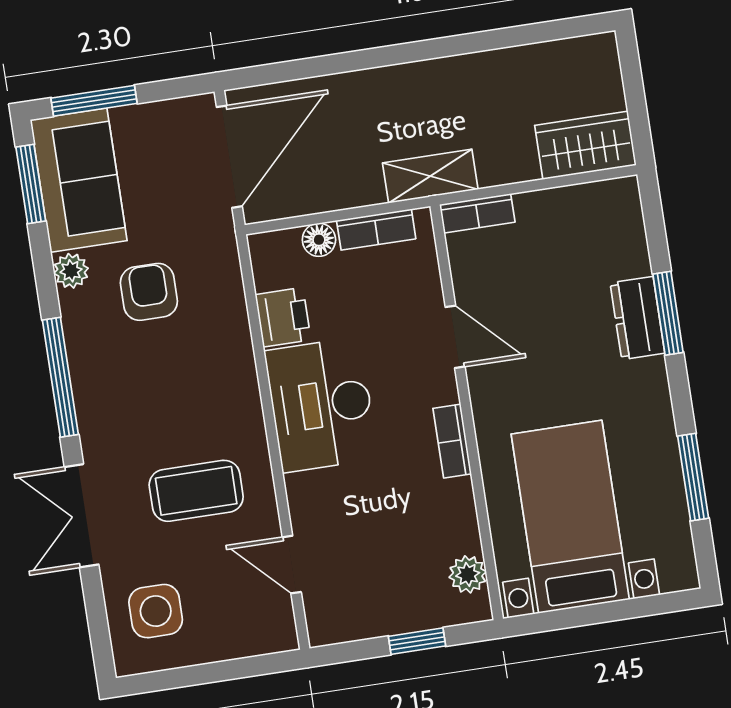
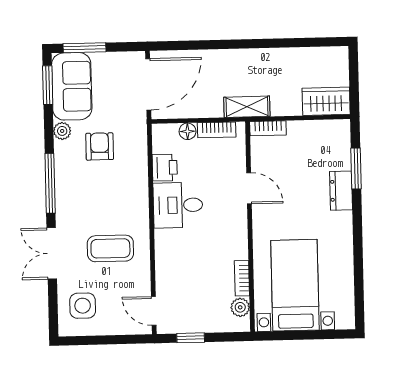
window: (668, 313) -> (356, 169), moved
desk: (321, 405) -> (178, 205), width x0.73
bookcase: (452, 441) -> (242, 278), moved
window: (693, 477) -> (359, 273), removed
door: (292, 565) -> (154, 311), moved
window: (417, 641) -> (191, 338), moved

